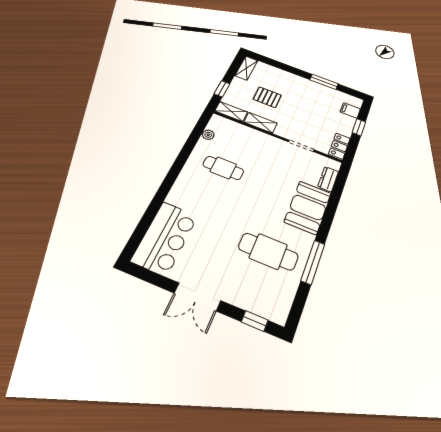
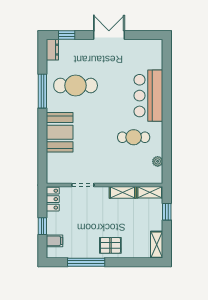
window: (324, 82) -> (86, 262), width x1.44
pallet: (267, 97) -> (110, 245), moved
dresser: (328, 179) -> (52, 50), moved
bar counter: (165, 238) -> (148, 96), moved

